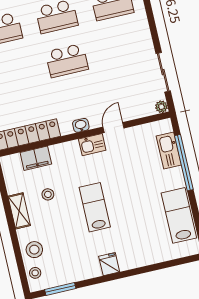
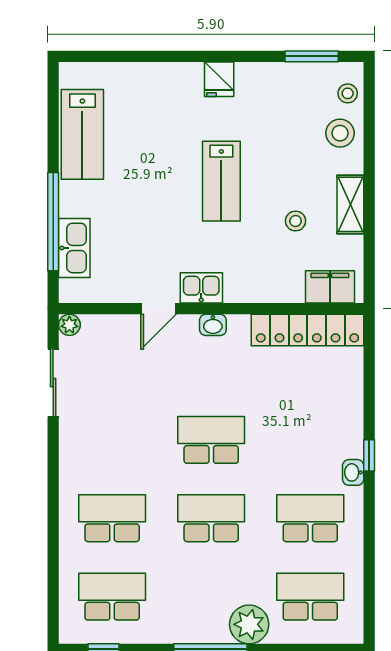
filing cabinet: (36, 158) -> (330, 287), moved

